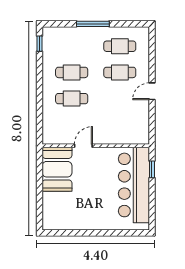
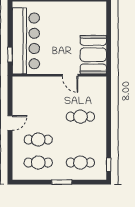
window: (93, 24) -> (62, 182), width x0.69
cafe table: (72, 72) -> (80, 163), moved
door: (83, 146) -> (70, 75), hinge flipped

